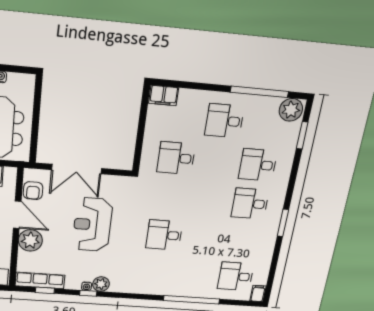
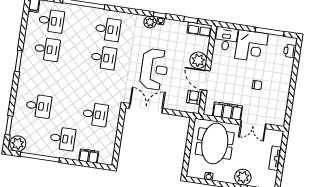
filing cabinet: (164, 95) -> (89, 156), moved
double door: (77, 169) -> (146, 108), moved
desk: (250, 204) -> (47, 49), moved
desk: (159, 271) -> (108, 29), added
row of seats: (40, 280) -> (199, 29), width x0.68

